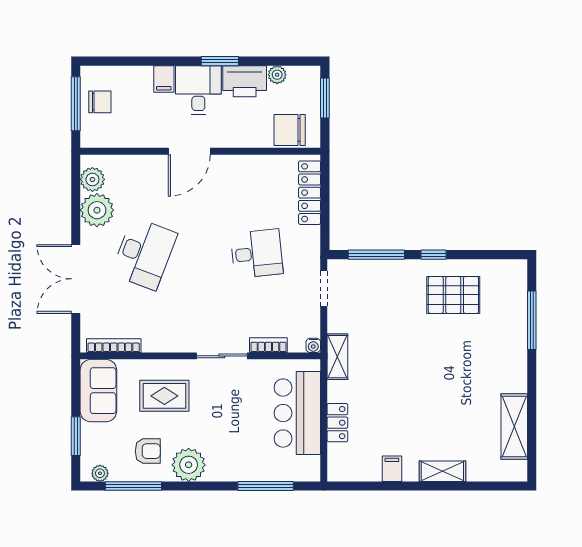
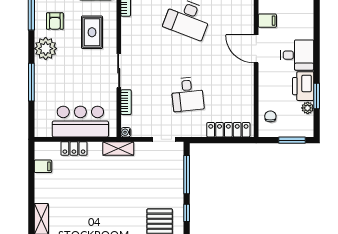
window: (220, 61) -> (317, 96), moved
filing cabinet: (164, 79) -> (267, 21), moved, turned 180
chair: (290, 130) -> (270, 116), width x0.54, depth x0.54
filing cabinet: (392, 469) -> (43, 166), moved
window: (266, 486) -> (31, 82), moved

